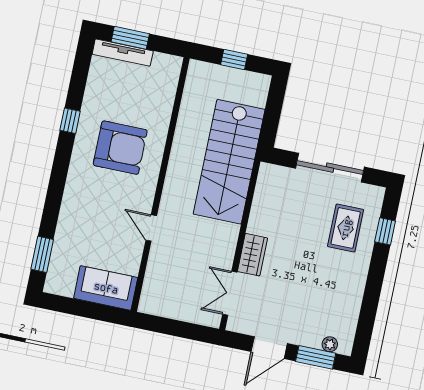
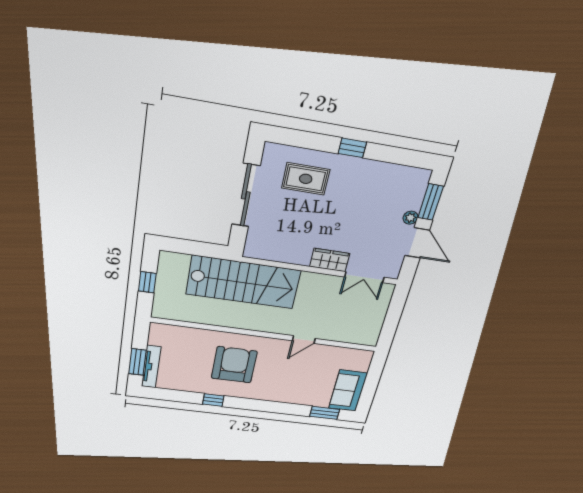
window: (385, 231) -> (352, 148), moved
sofa: (106, 288) -> (348, 391), moved
plant: (330, 344) -> (410, 218), moved

